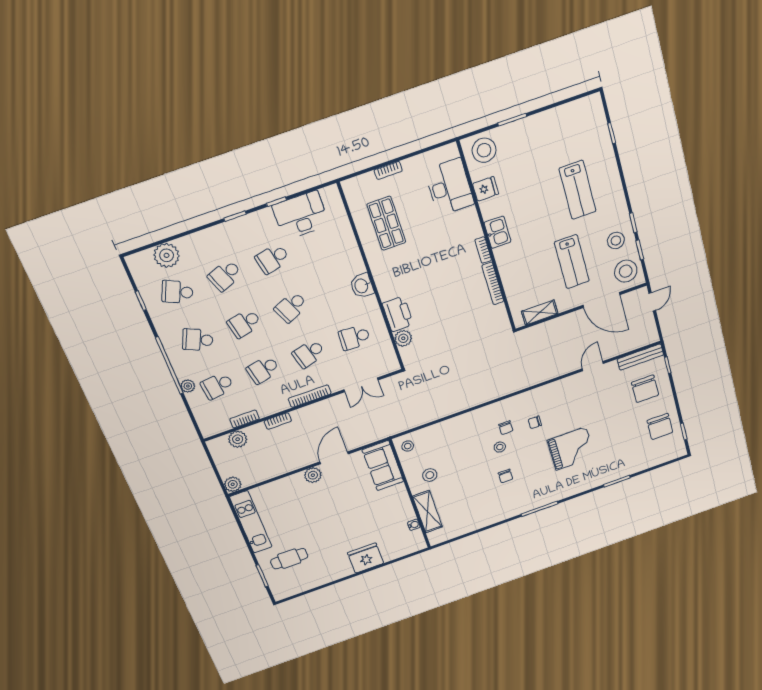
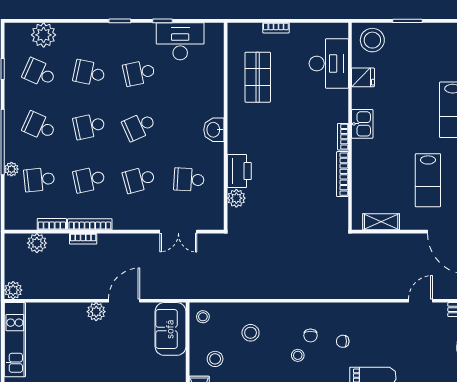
school desk: (225, 275) -> (89, 73), turned 33
bookcase: (310, 396) -> (90, 224), moved
stool: (453, 444) -> (251, 333), added

